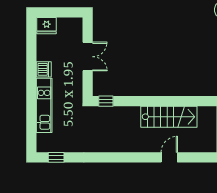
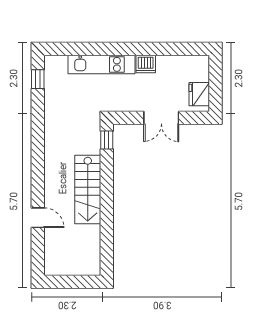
fridge: (47, 26) -> (199, 94), moved
stairs: (169, 117) -> (88, 190), moved

